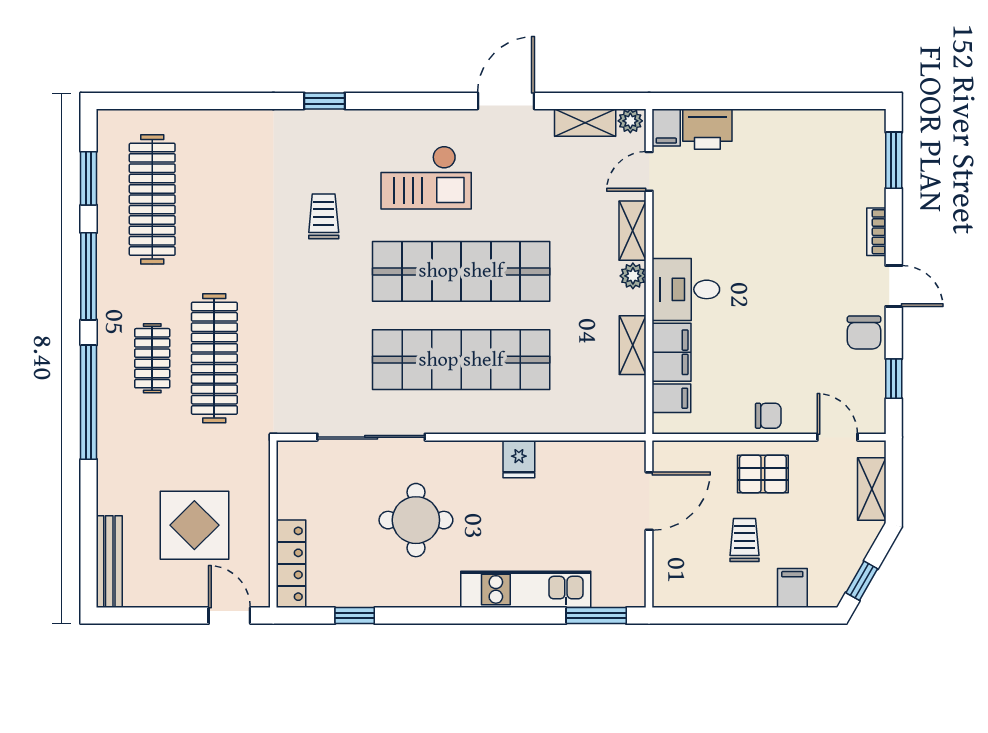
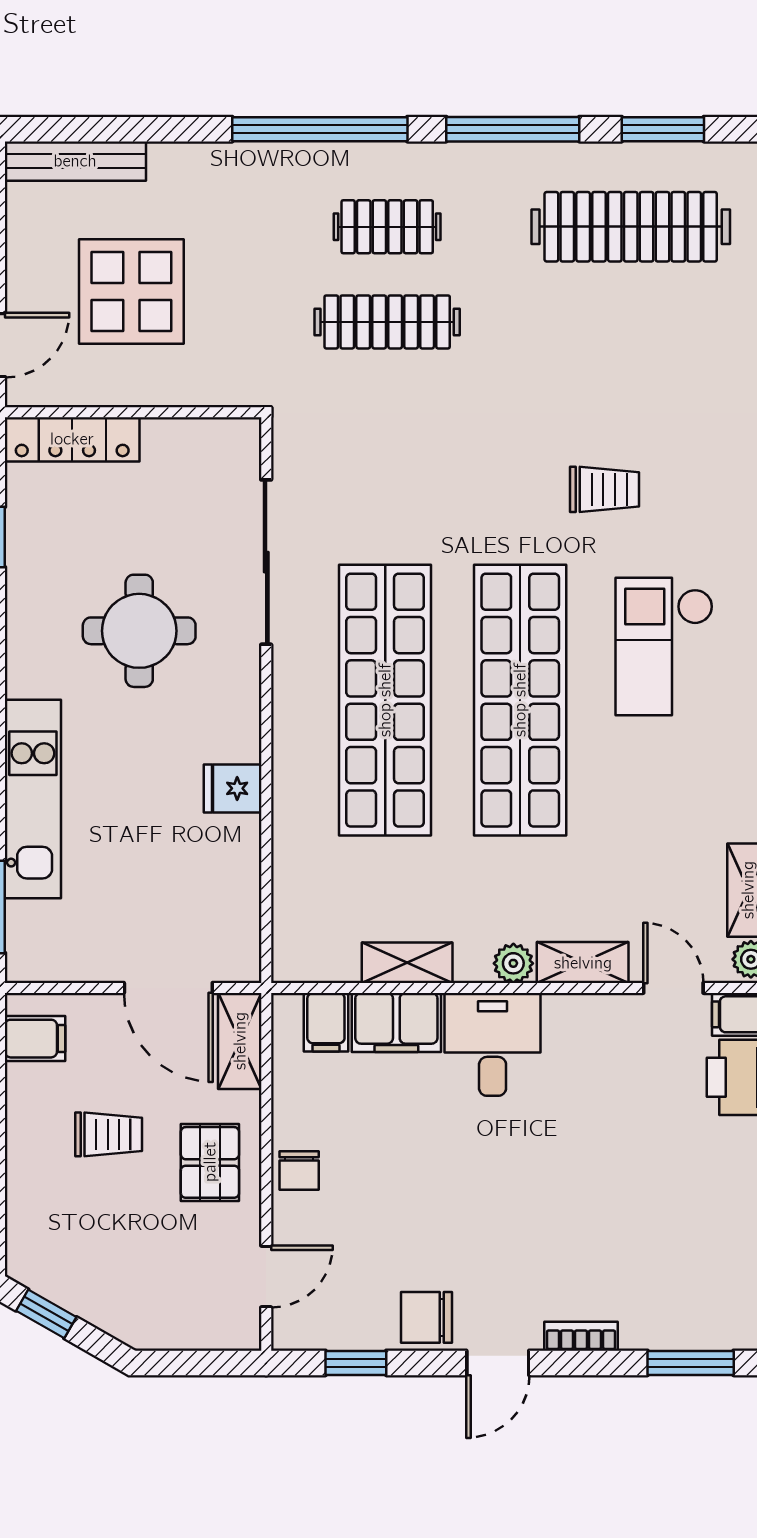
clothes rail: (214, 358) -> (387, 322), width x0.73, depth x0.76
shelving: (872, 489) -> (240, 1041), moved, turned 90
filing cabinet: (792, 588) -> (35, 1039), moved

